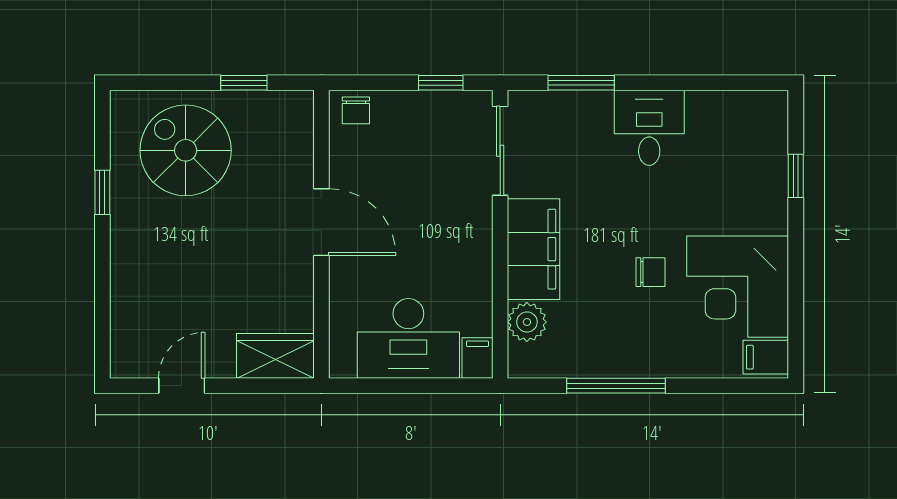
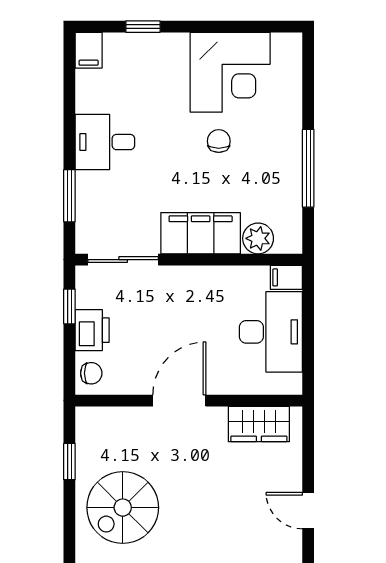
printer: (411, 112) -> (92, 330), added
wardrobe: (275, 356) -> (259, 424), moved, turned -90
filing cabinet: (766, 357) -> (89, 50), moved

